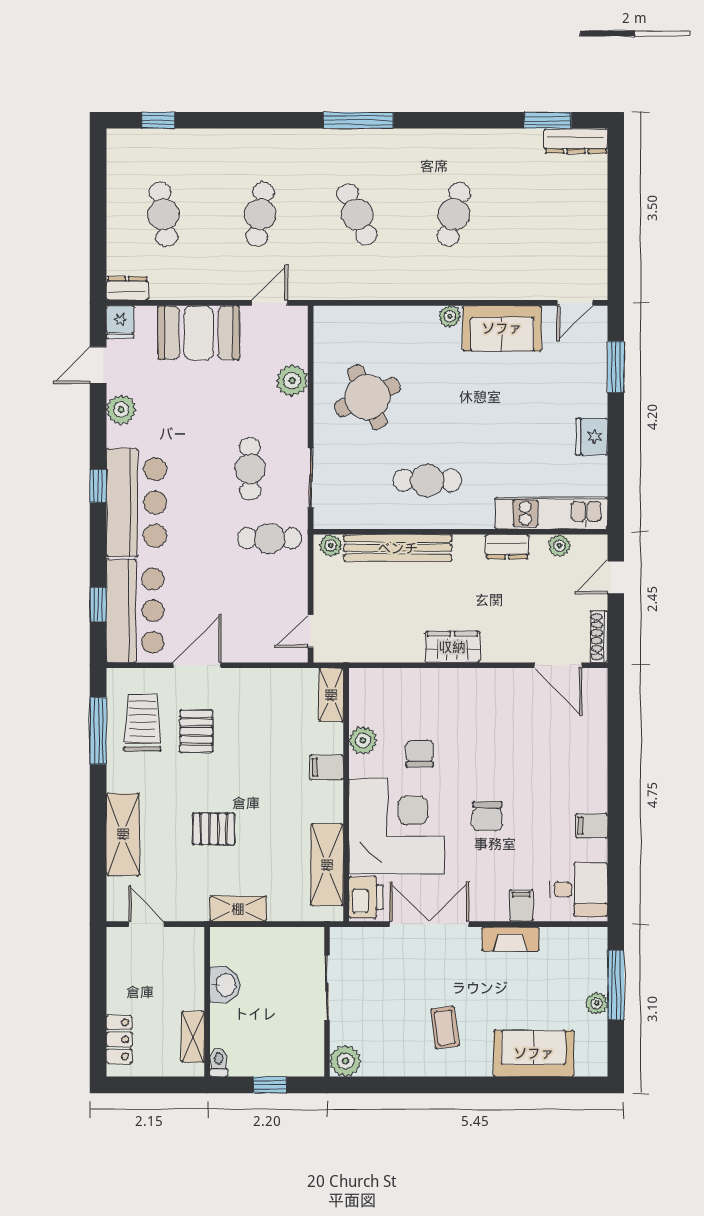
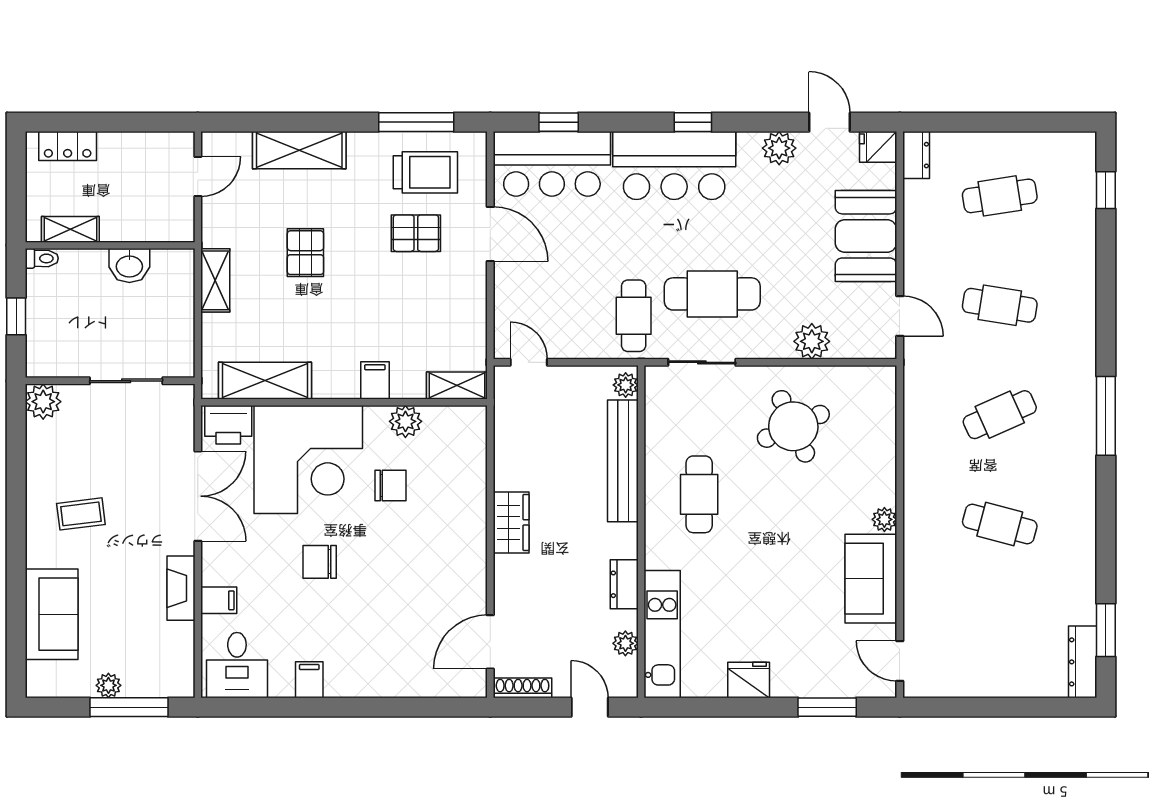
cafe table: (250, 469) -> (712, 294), width x1.37, depth x1.35

